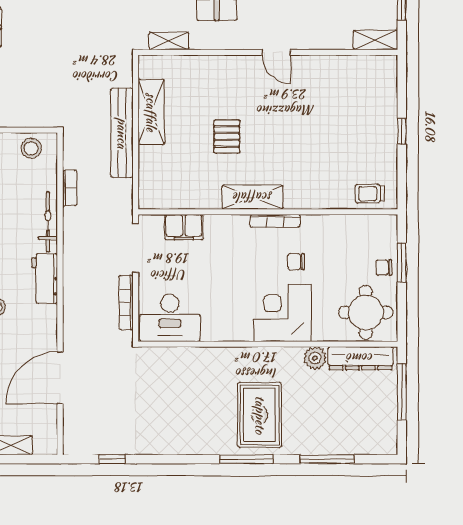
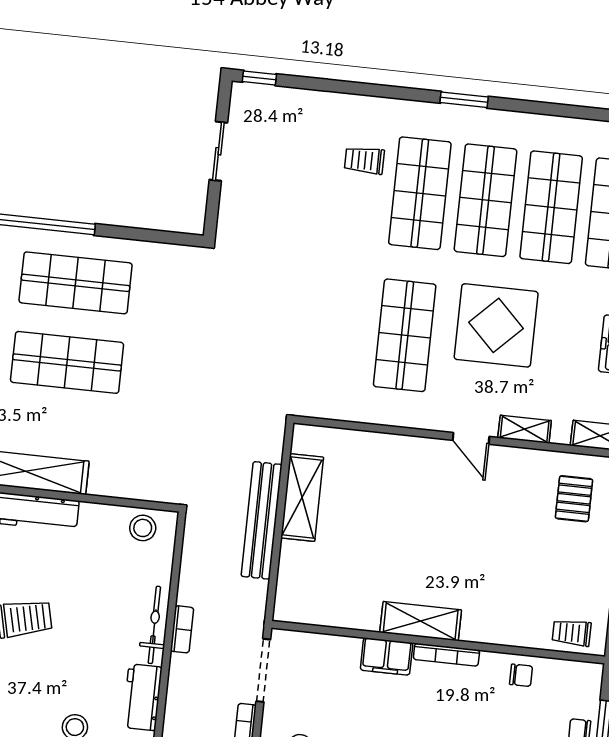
shelving: (169, 41) -> (525, 429), moved
pallet: (227, 136) -> (574, 499), moved
bookcase: (70, 188) -> (182, 629), moved
filing cabinet: (184, 227) -> (387, 656), moved
chair: (296, 262) -> (521, 675), moved, turned 180

